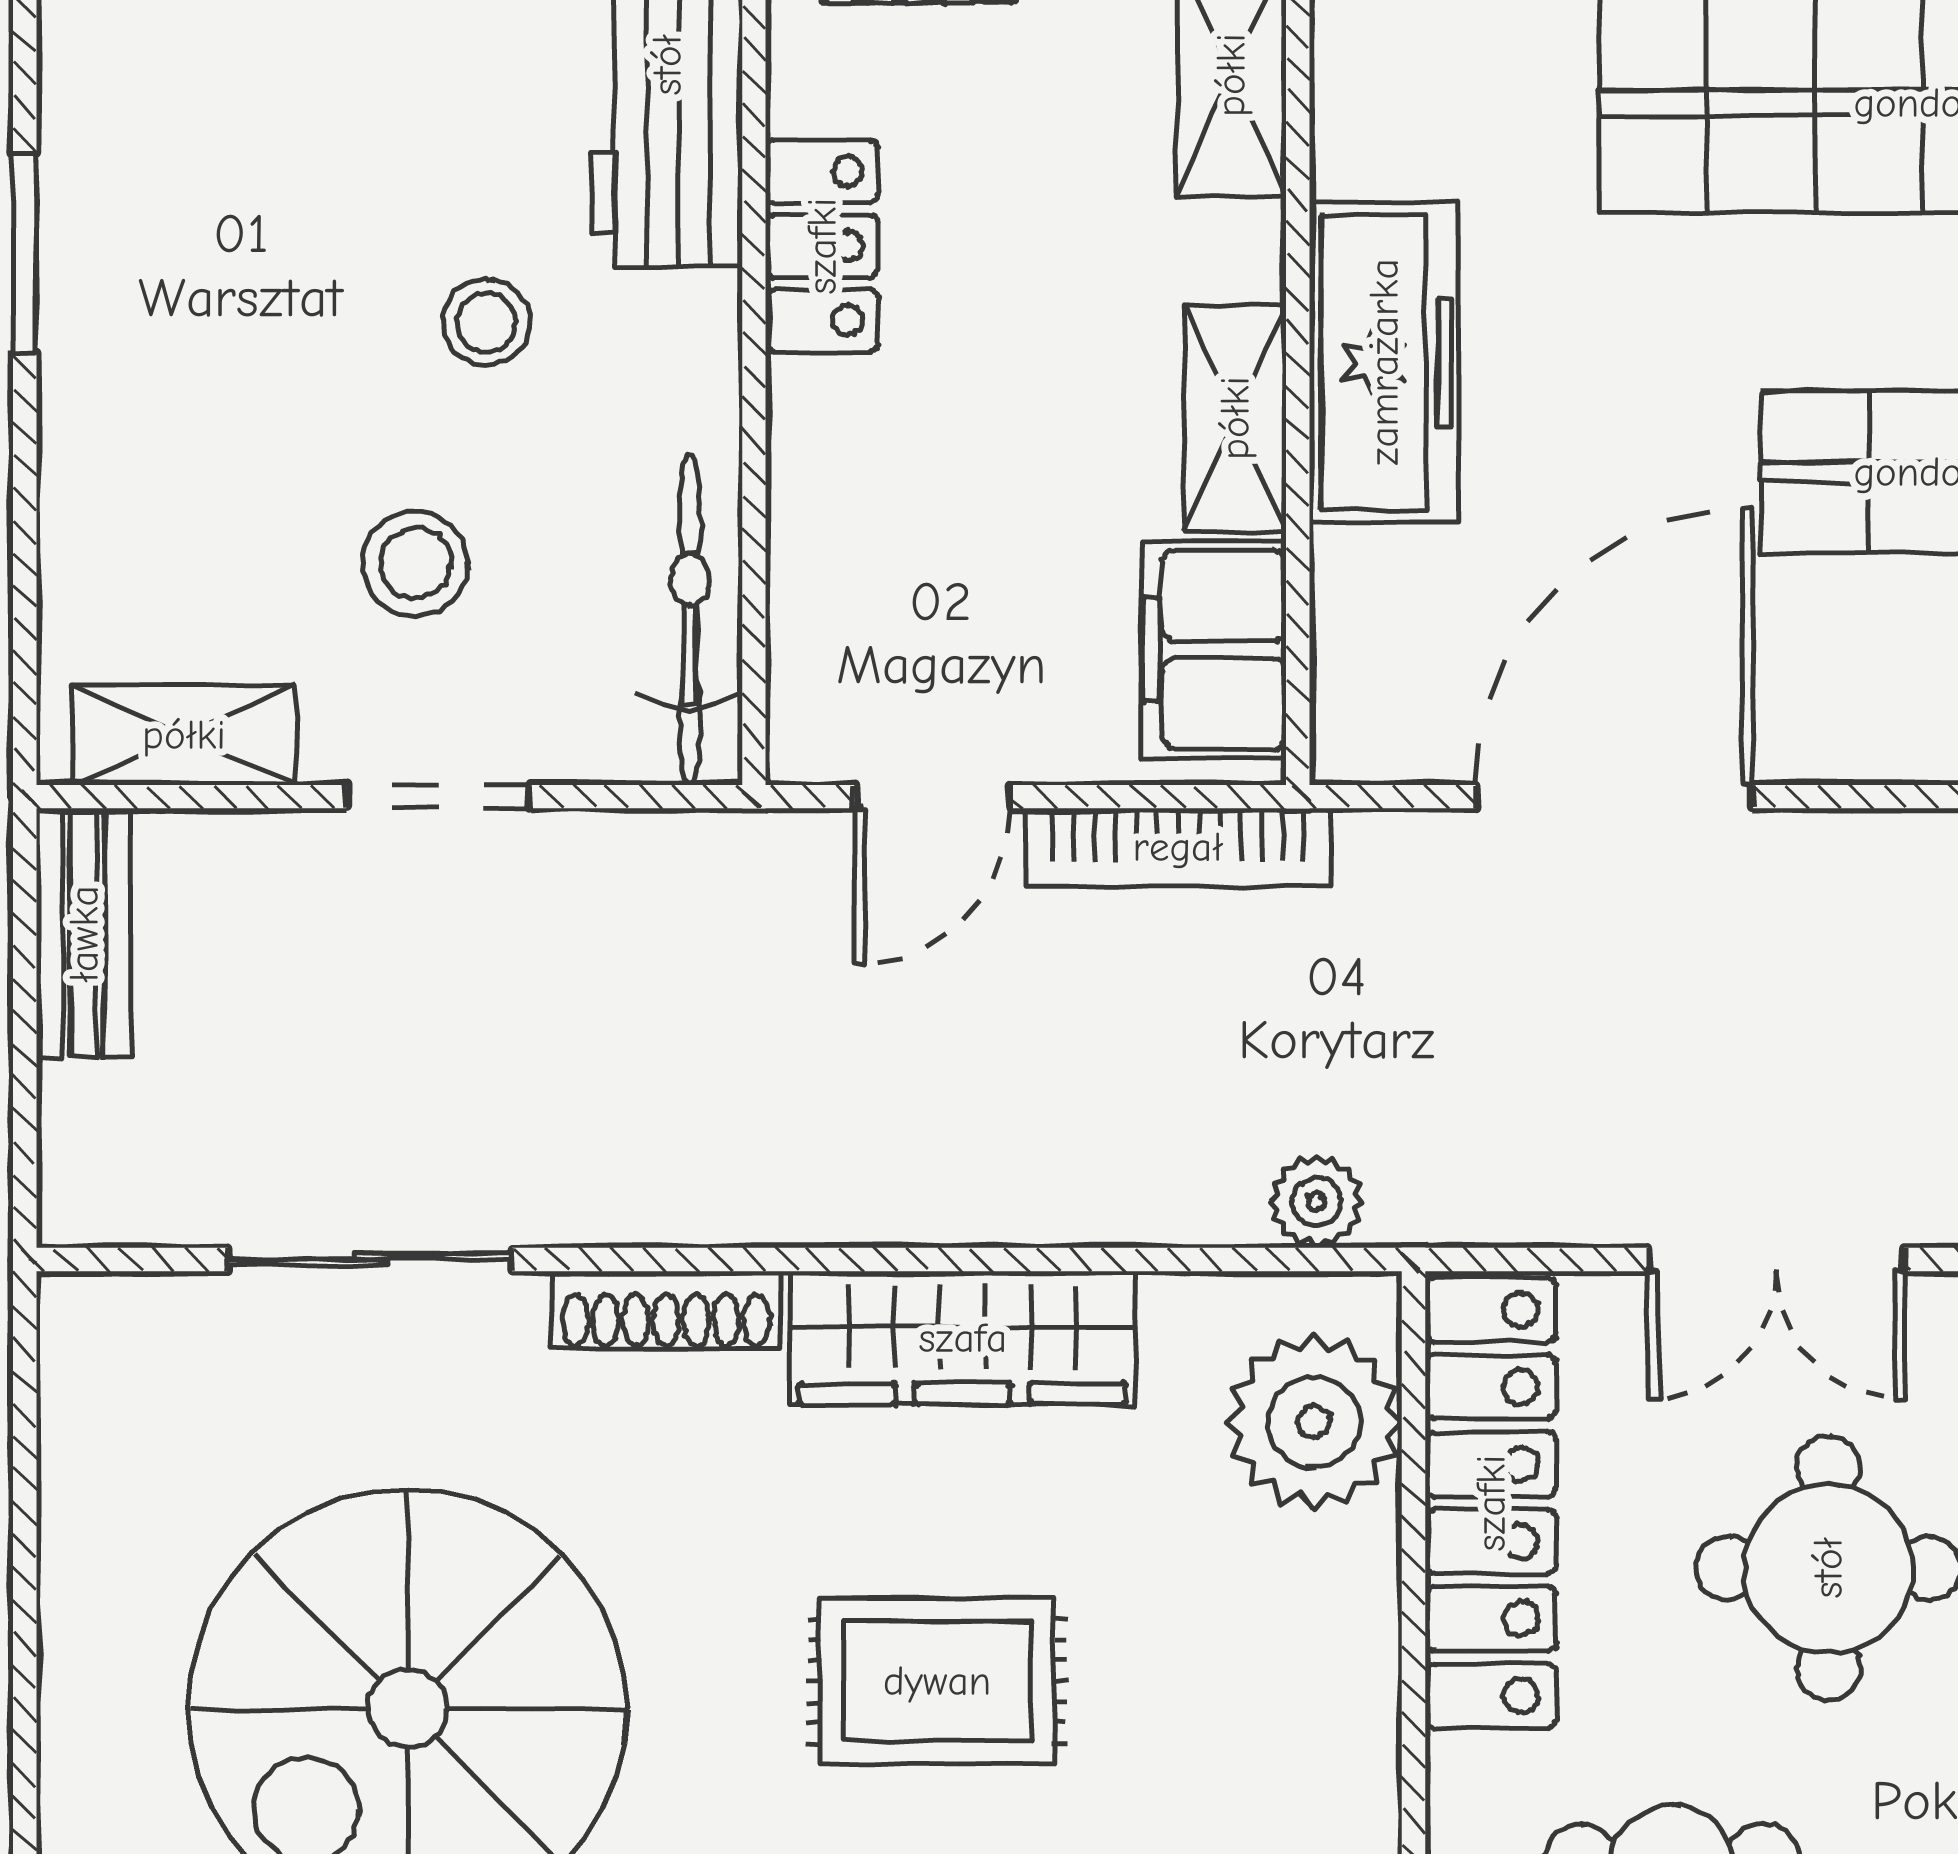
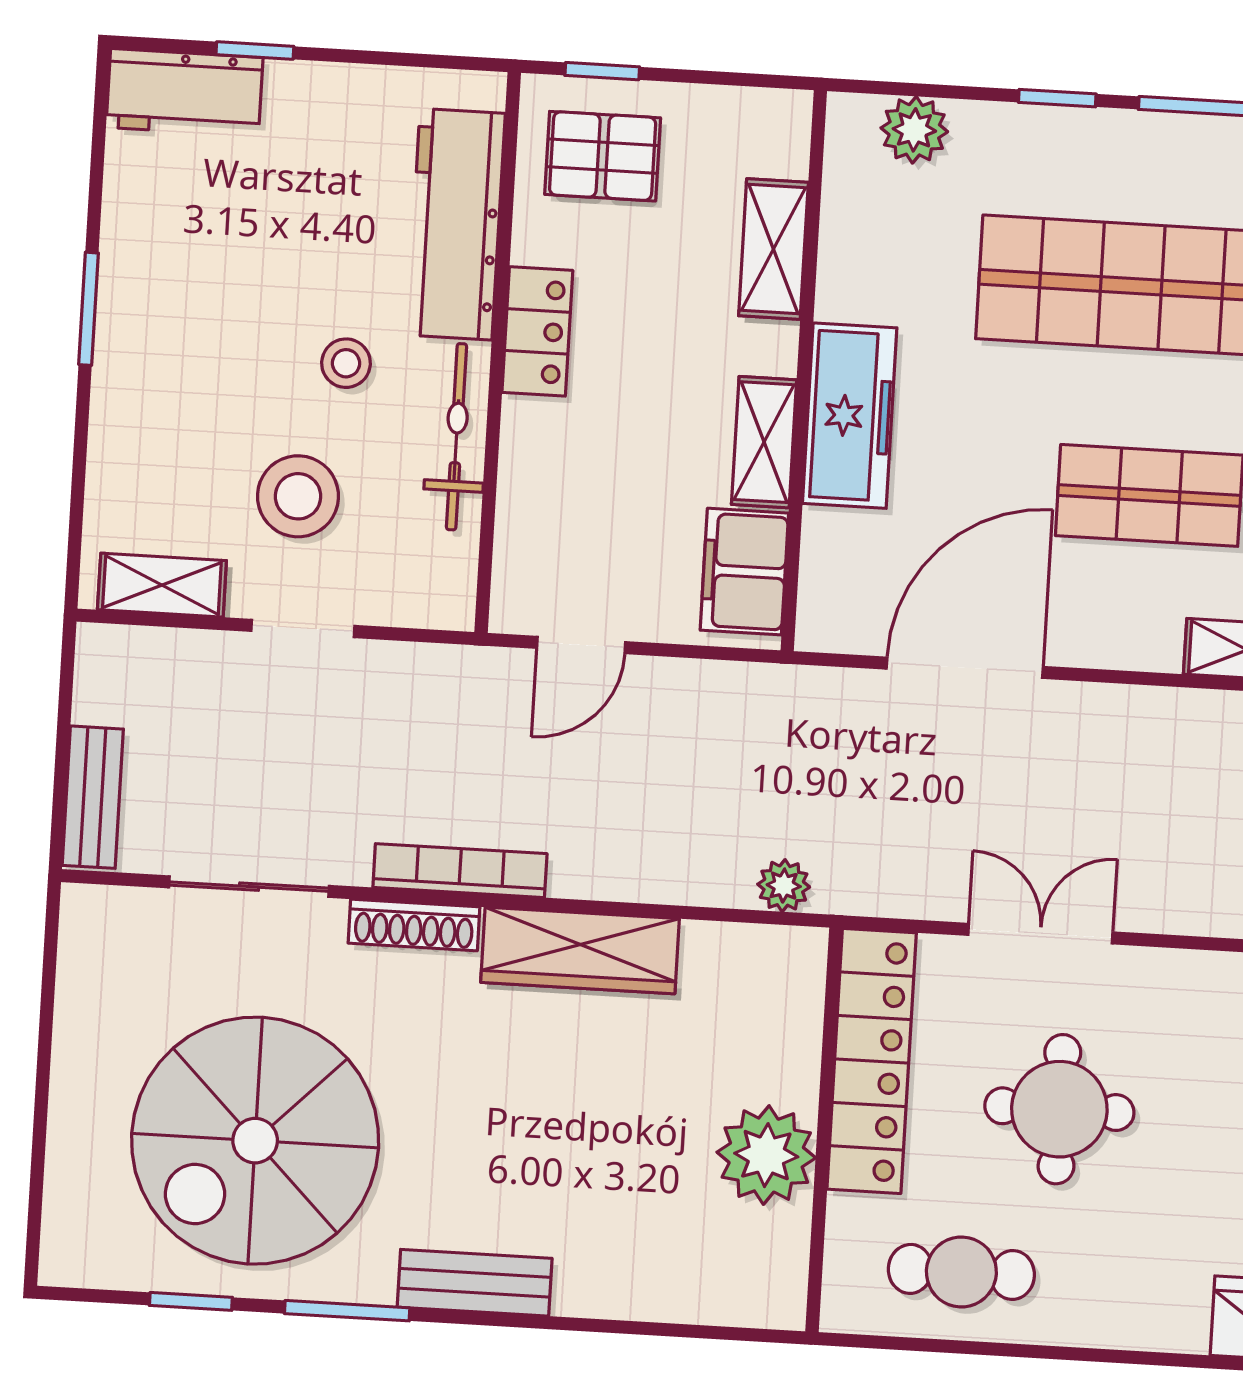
stool: (415, 563) -> (298, 496), width x1.38, depth x1.38
bicycle: (690, 620) -> (457, 437), moved
bookcase: (1178, 847) -> (460, 871), moved, turned 180
bench: (84, 934) -> (93, 797), moved
double door: (1776, 1260) -> (1040, 934), swing flipped
plant: (1314, 1422) -> (766, 1155), moved
rug: (937, 1681) -> (554, 1143), removed

